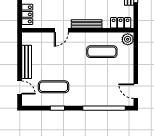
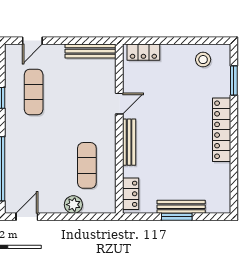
door: (61, 30) -> (119, 104), swing flipped
plant: (128, 39) -> (73, 205), moved
bench: (27, 62) -> (90, 51), moved

